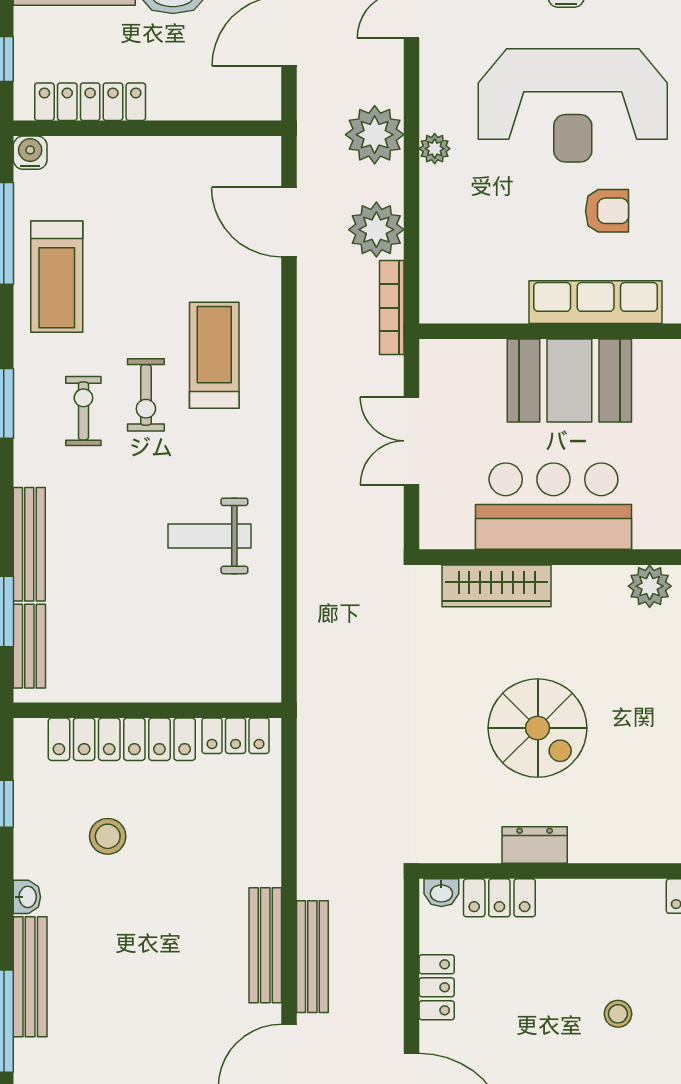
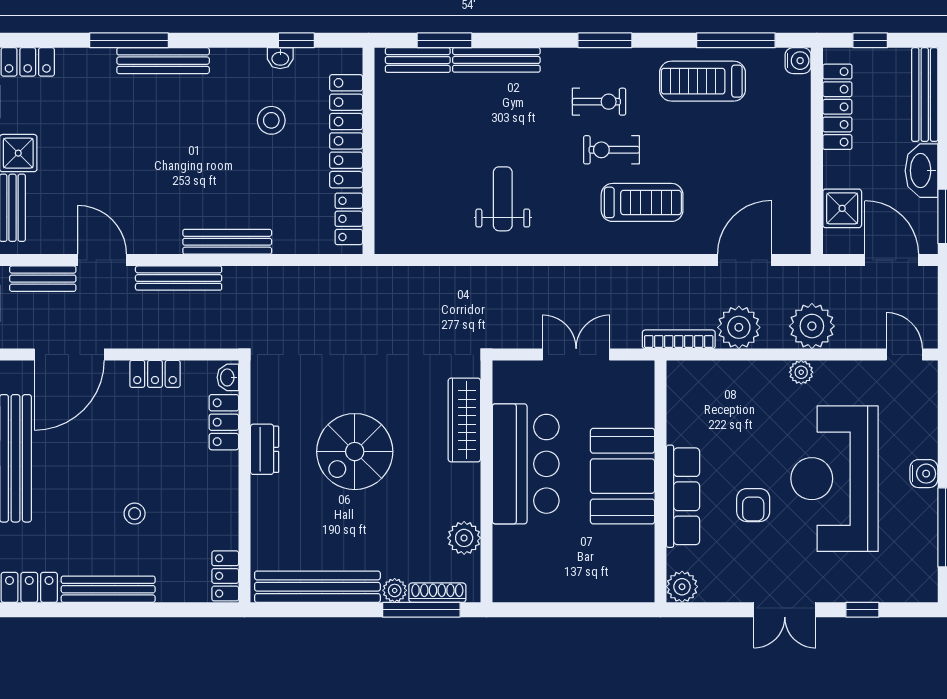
shower: (222, 95) -> (842, 208), added
washbasin: (27, 897) -> (280, 58), moved
bench: (265, 945) -> (227, 242), moved

